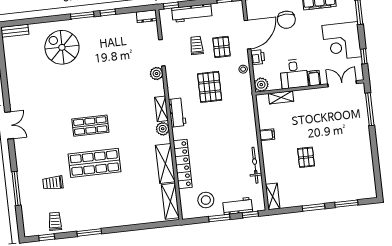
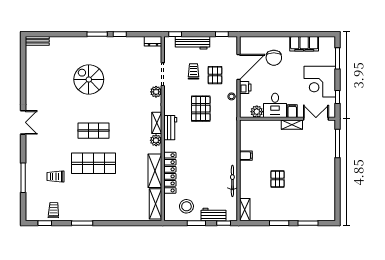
spiral stairs: (62, 47) -> (89, 79), moved
plant: (261, 85) -> (257, 112), moved
shelving: (281, 97) -> (292, 125), moved

